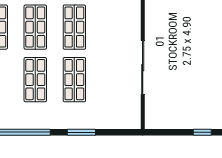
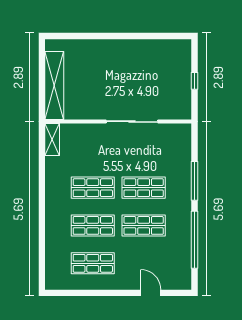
window: (81, 132) -> (194, 181), width x1.44
window: (202, 132) -> (194, 81), moved

